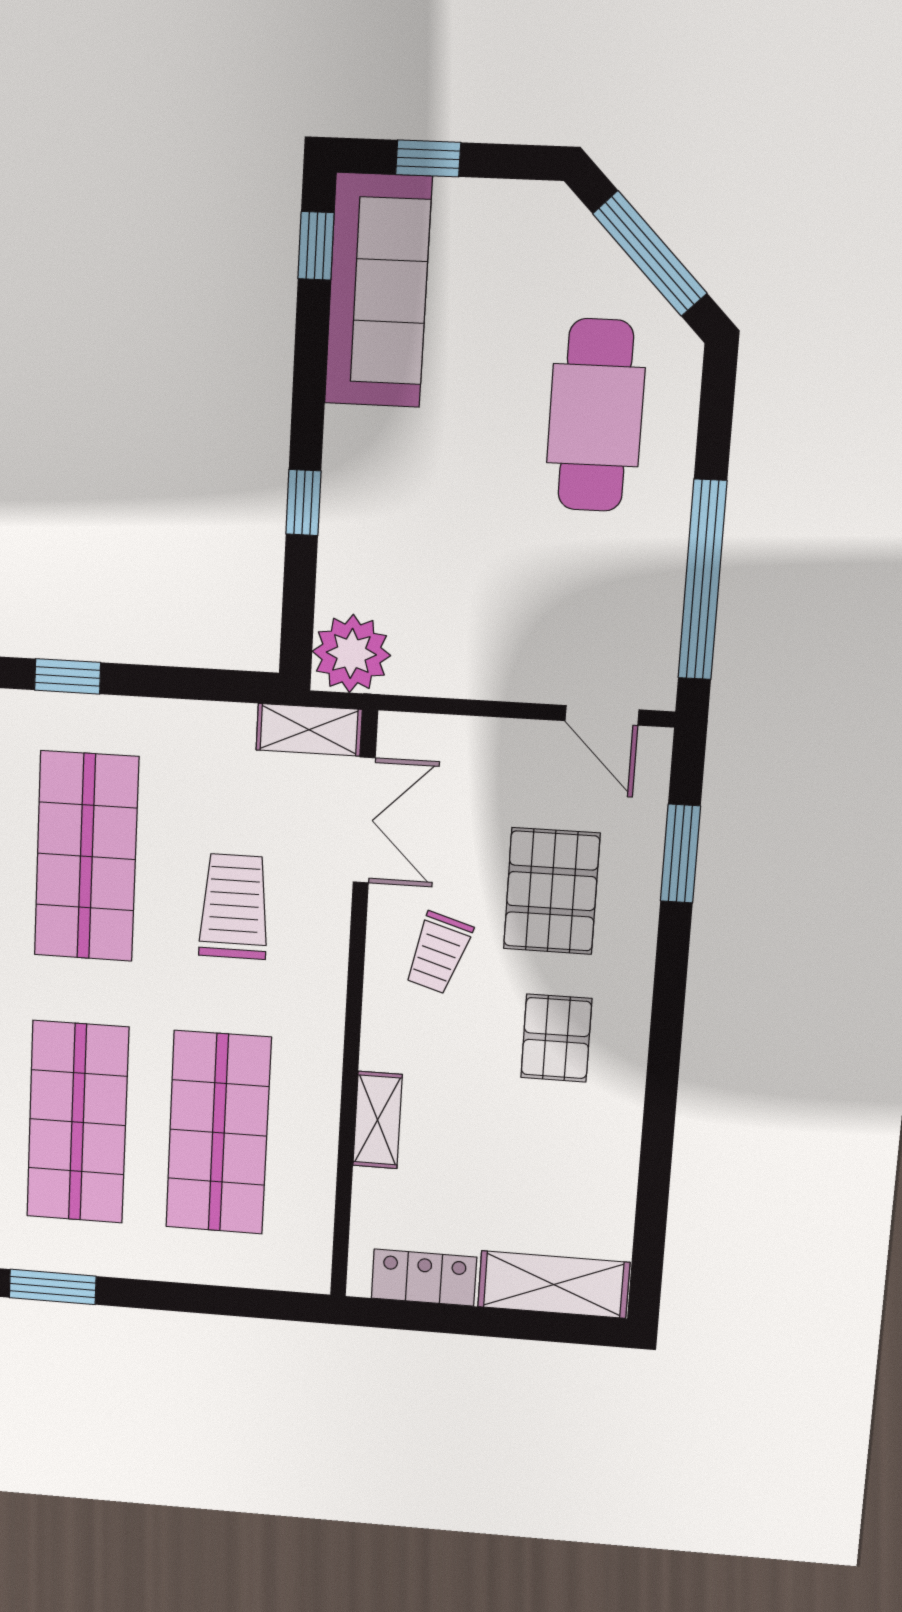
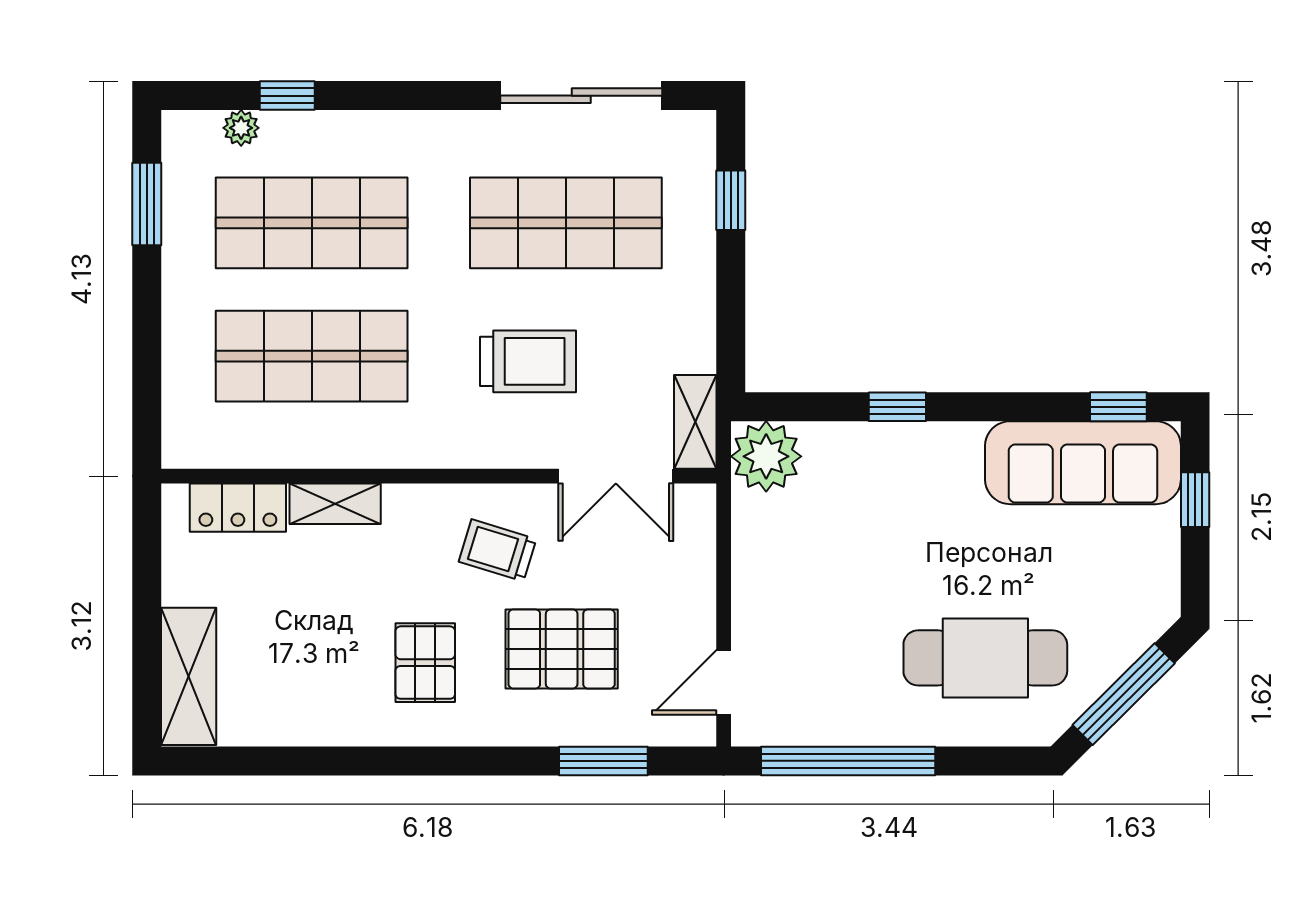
pallet: (556, 1038) -> (425, 663), turned 90
locker: (424, 1278) -> (238, 508), moved, turned 90

